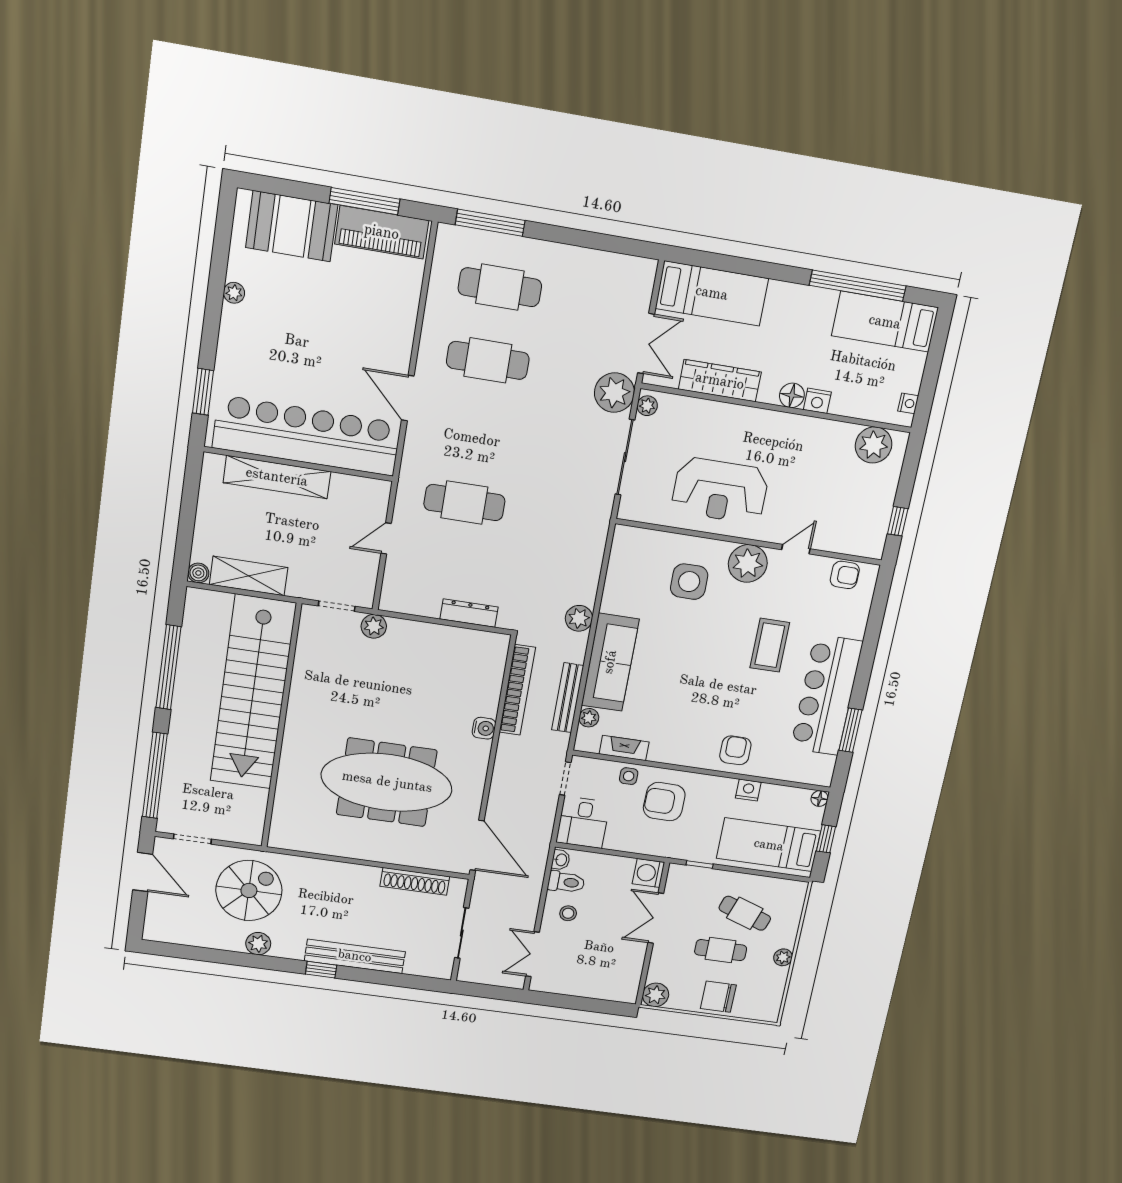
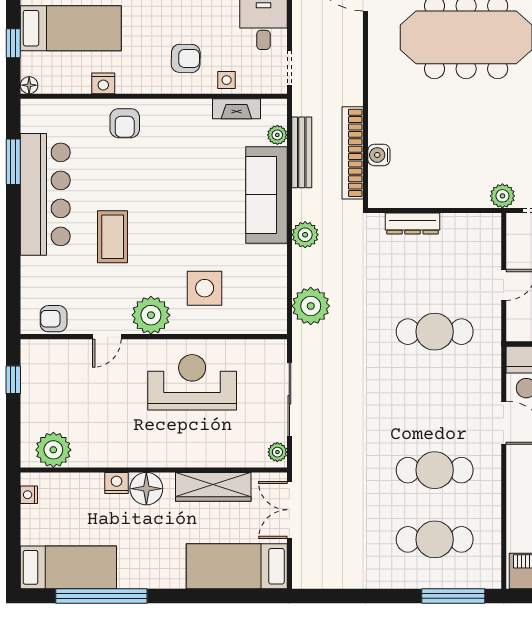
plant: (614, 393) -> (311, 306), moved
floor lamp: (792, 395) -> (146, 489), width x1.38, depth x1.38
water cooler: (484, 728) -> (379, 155), moved
armchair: (664, 802) -> (186, 58), width x0.72, depth x0.72

